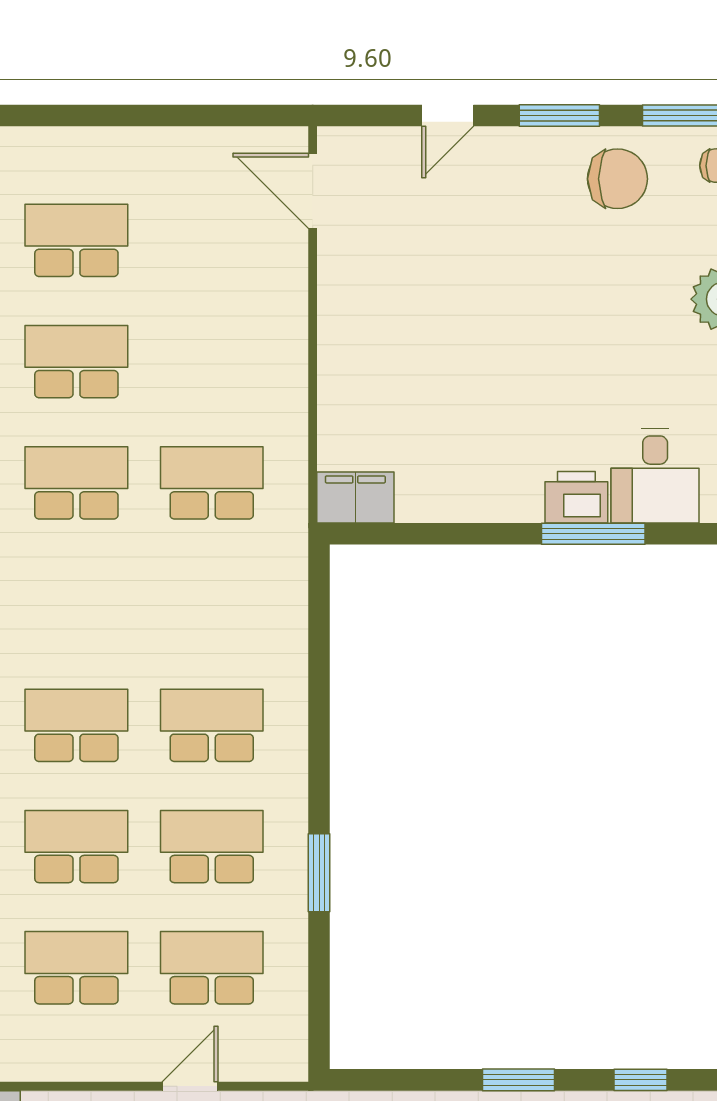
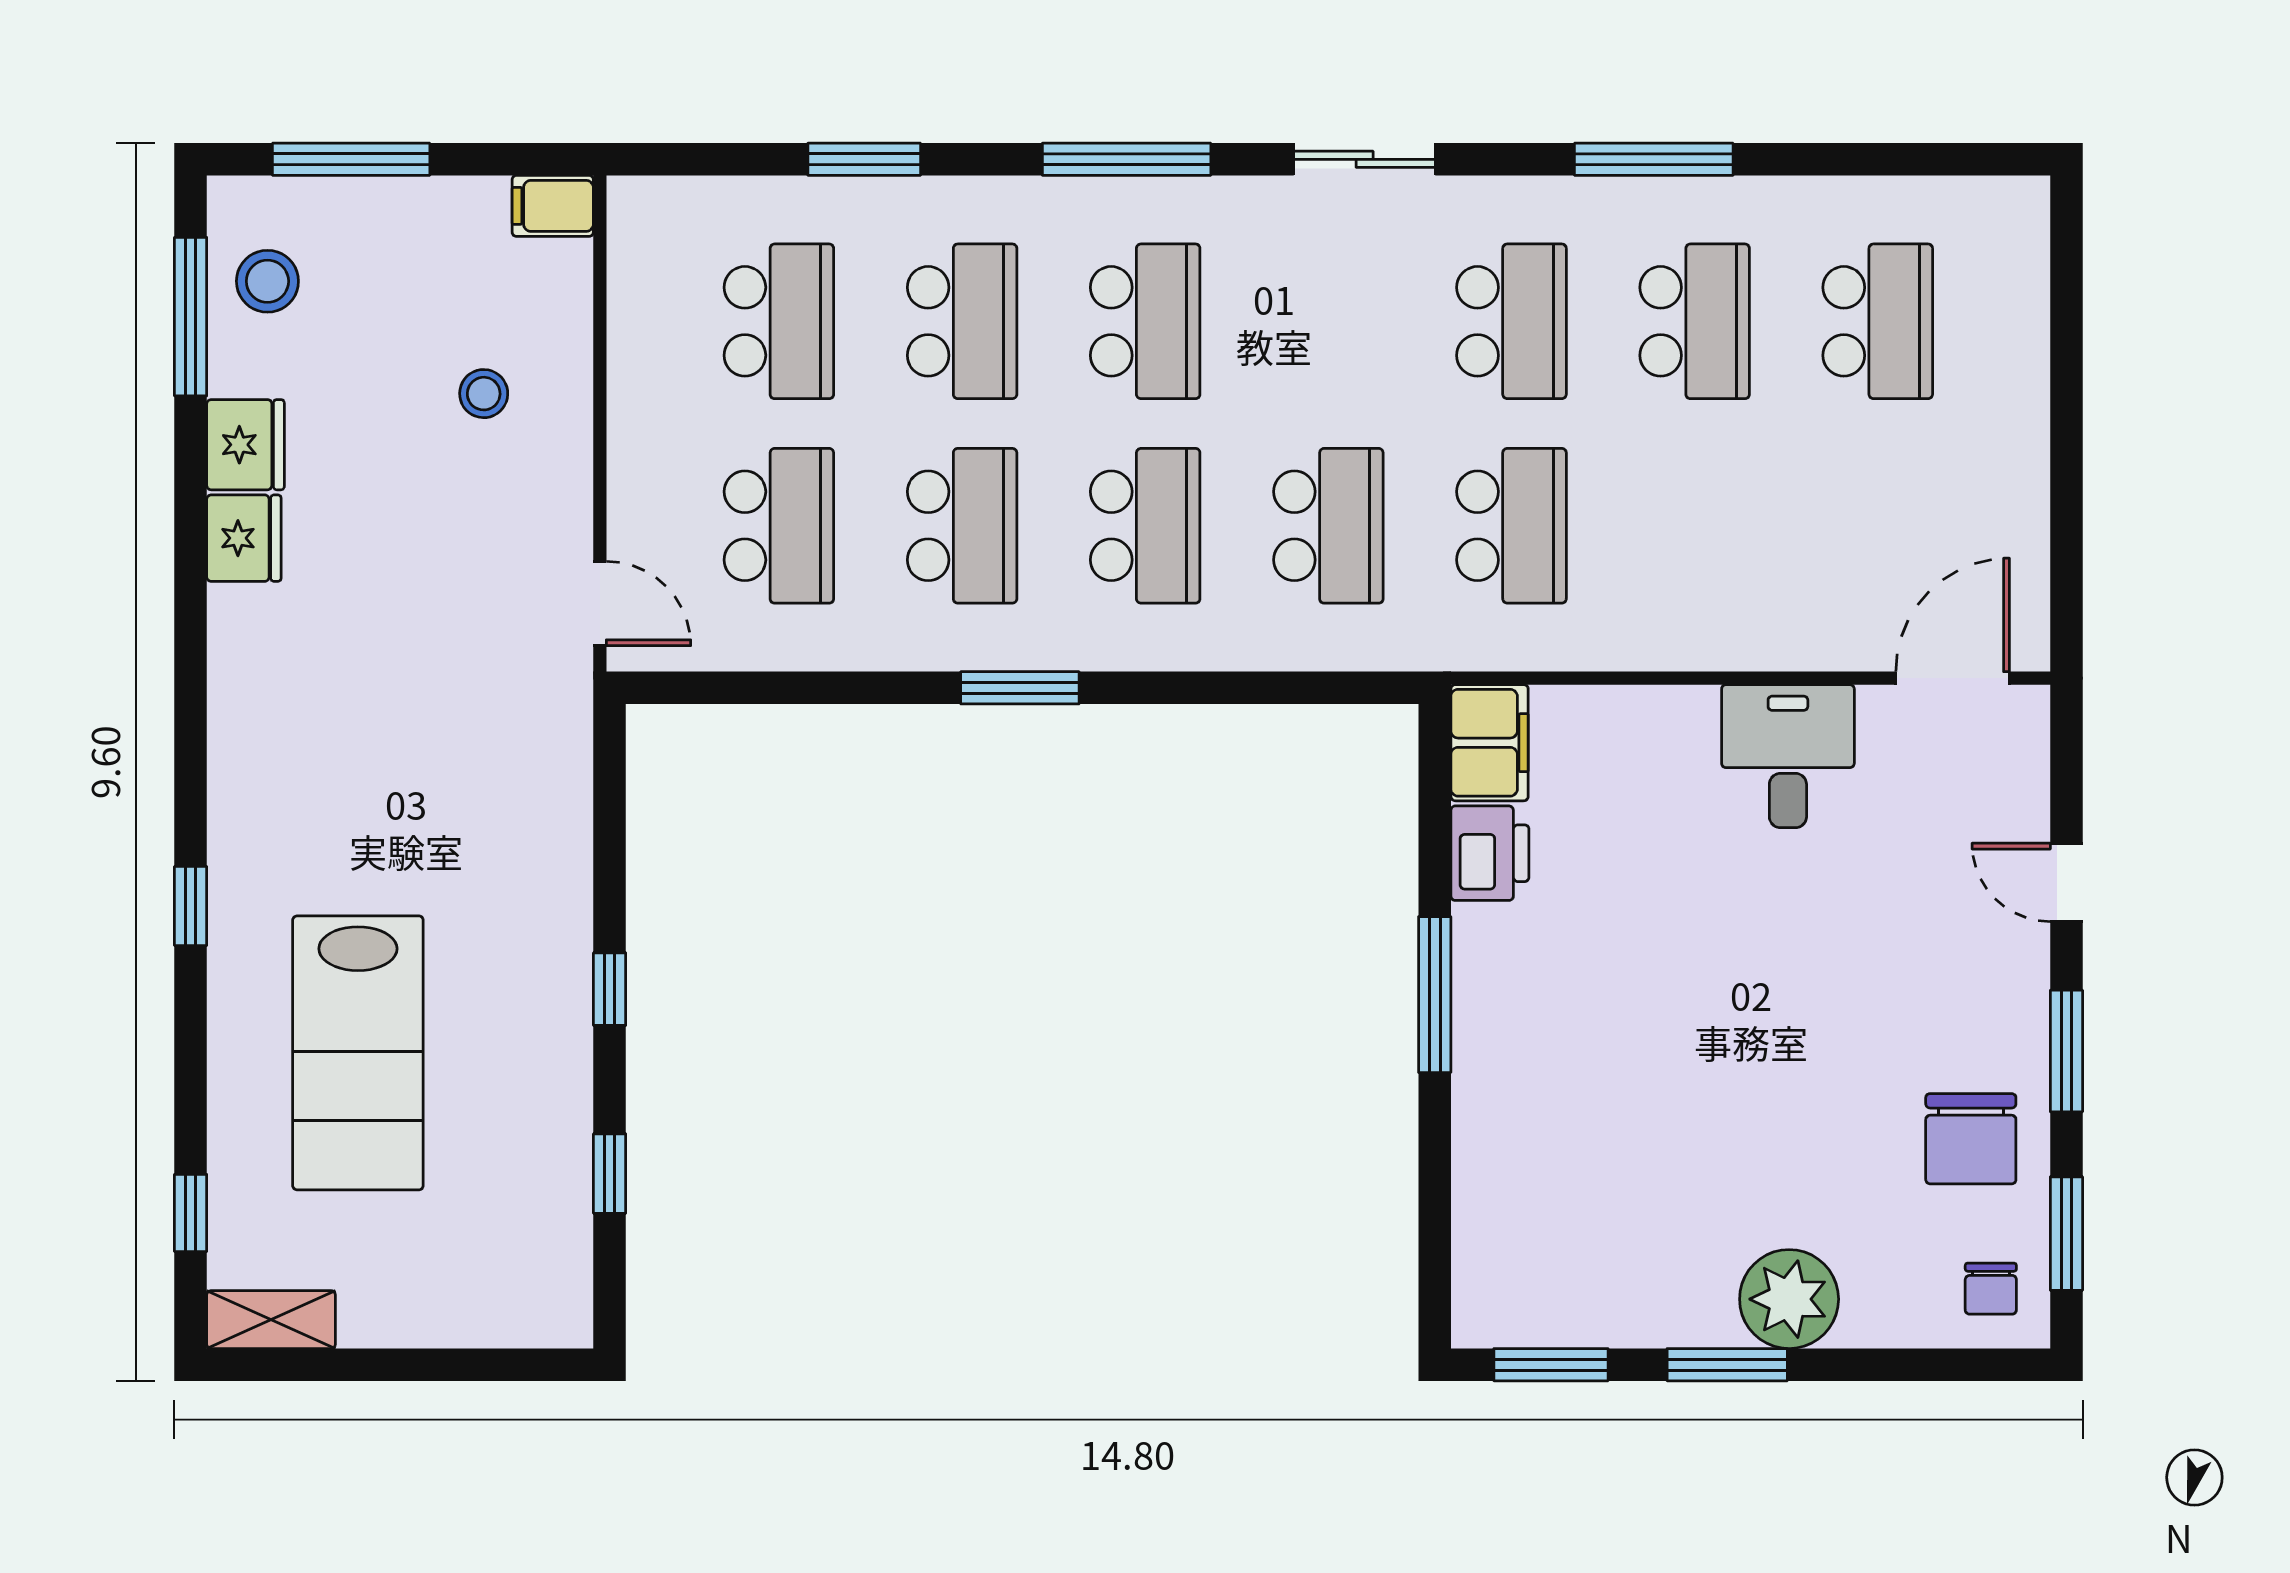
desk: (655, 476) -> (1788, 756), moved, turned 90
printer: (576, 497) -> (1490, 853), moved
window: (593, 534) -> (1435, 995), moved
school desk: (212, 604) -> (1328, 526), added
window: (319, 873) -> (1020, 688), moved
window: (518, 1080) -> (610, 989), width x0.67
door: (190, 1086) -> (600, 604), moved

